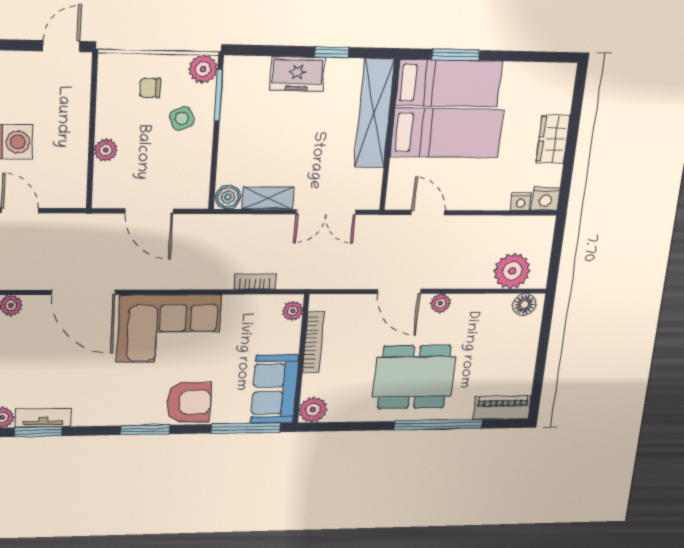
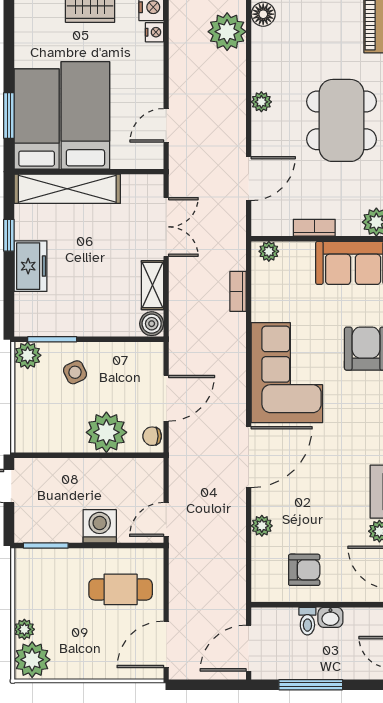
chair: (150, 88) -> (152, 436), moved, turned 90
plant: (106, 150) -> (106, 432), width x1.87, depth x1.87
door: (399, 291) -> (249, 179), moved
bookcase: (313, 342) -> (314, 228), width x0.64

